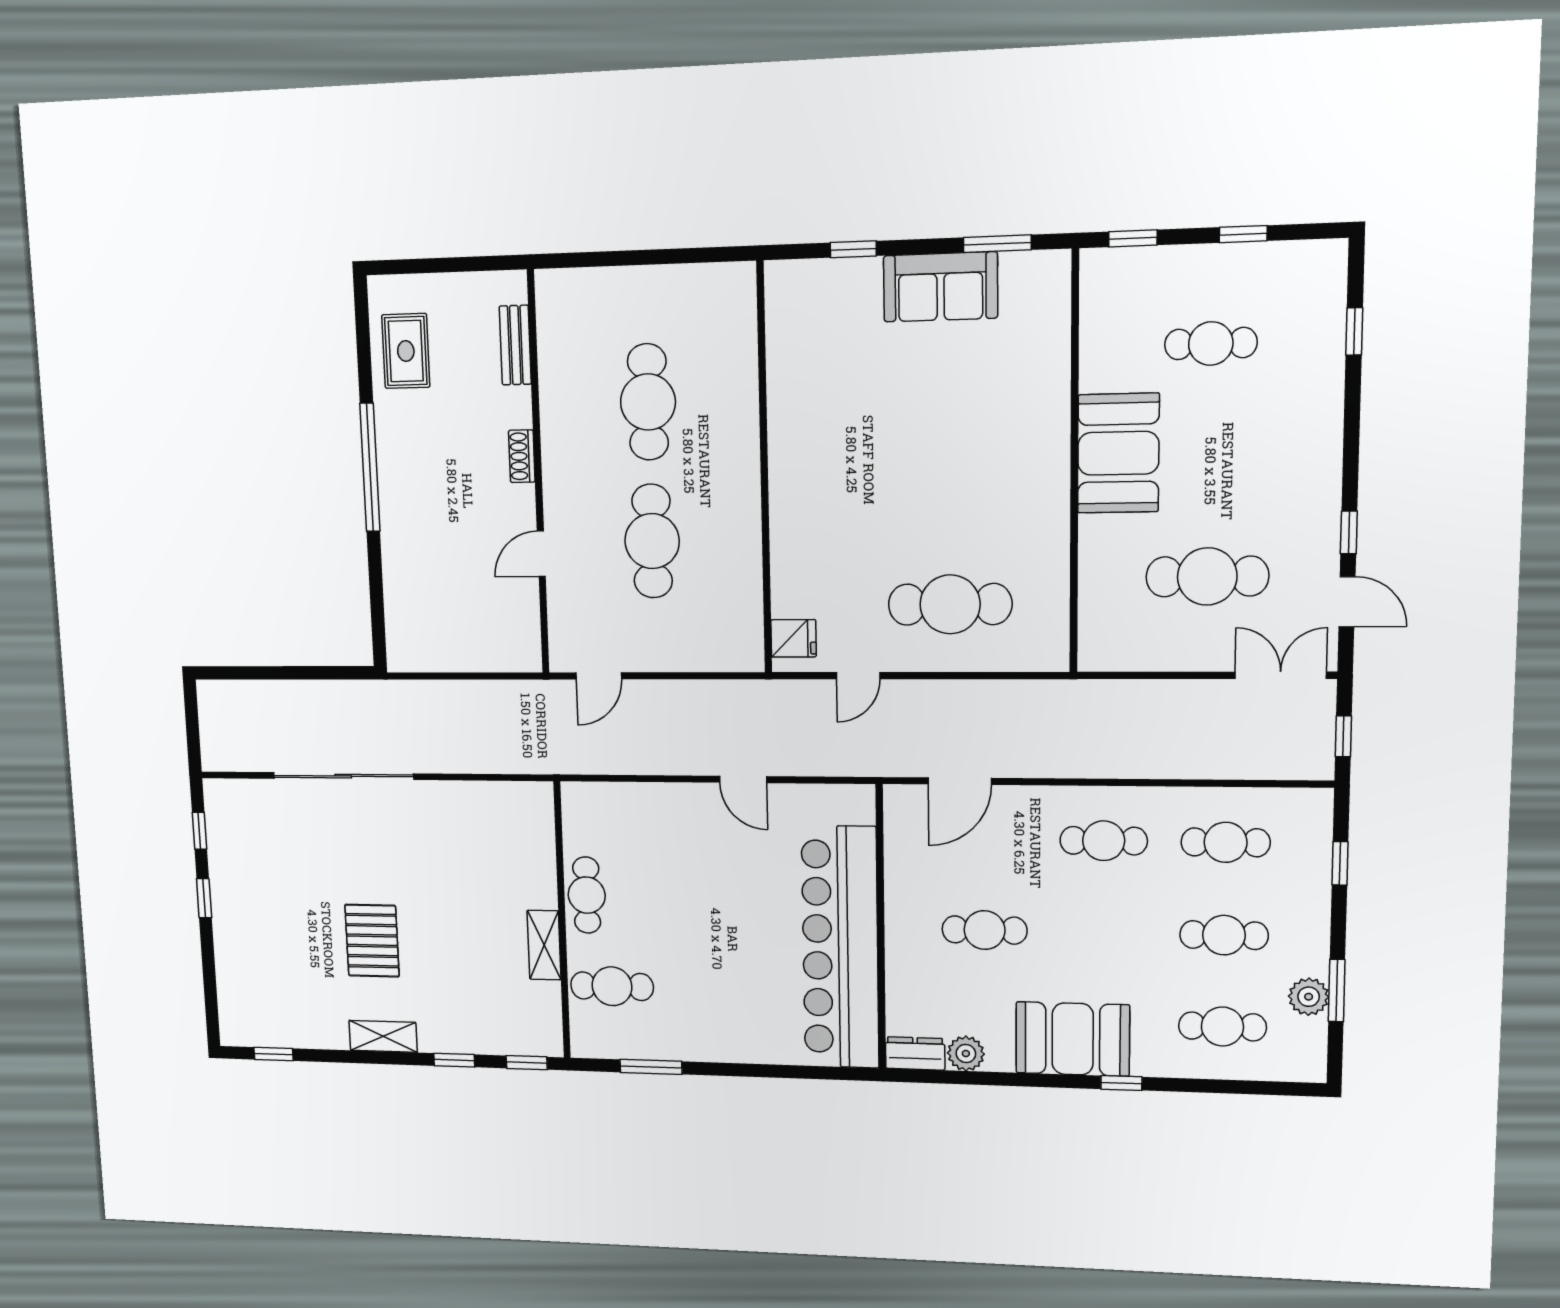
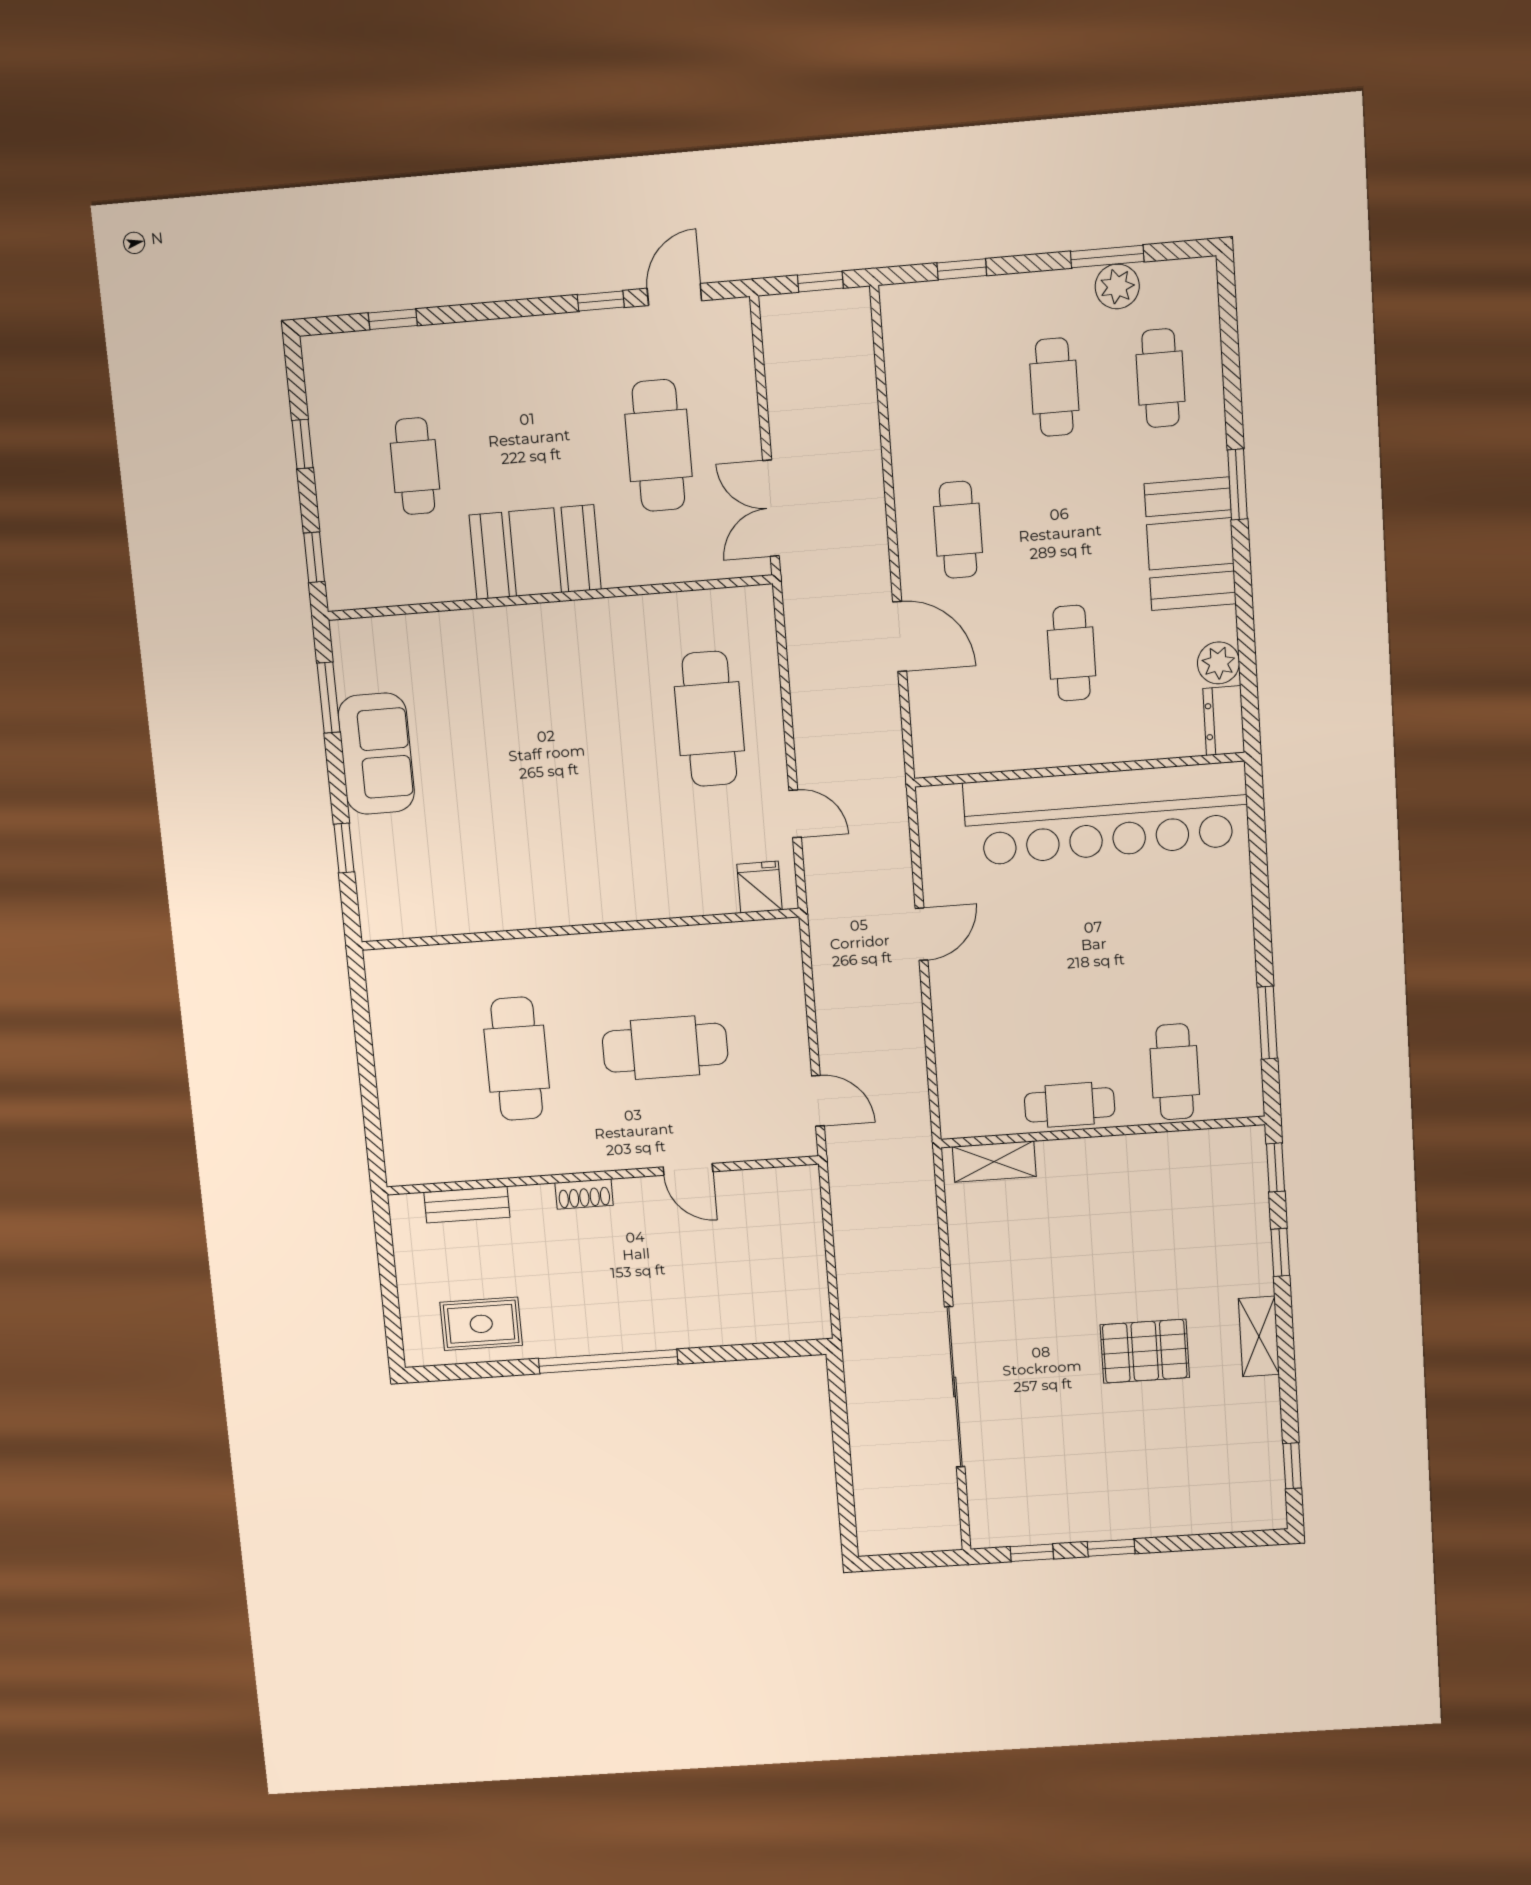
cafe table: (648, 402) -> (517, 1059), turned 90
double door: (1281, 675) -> (771, 508), moved
door: (960, 781) -> (900, 637), moved
cafe table: (1226, 842) -> (949, 396), removed
shelving: (544, 945) -> (994, 1162), moved
window: (1121, 1083) -> (1238, 484), width x1.50

